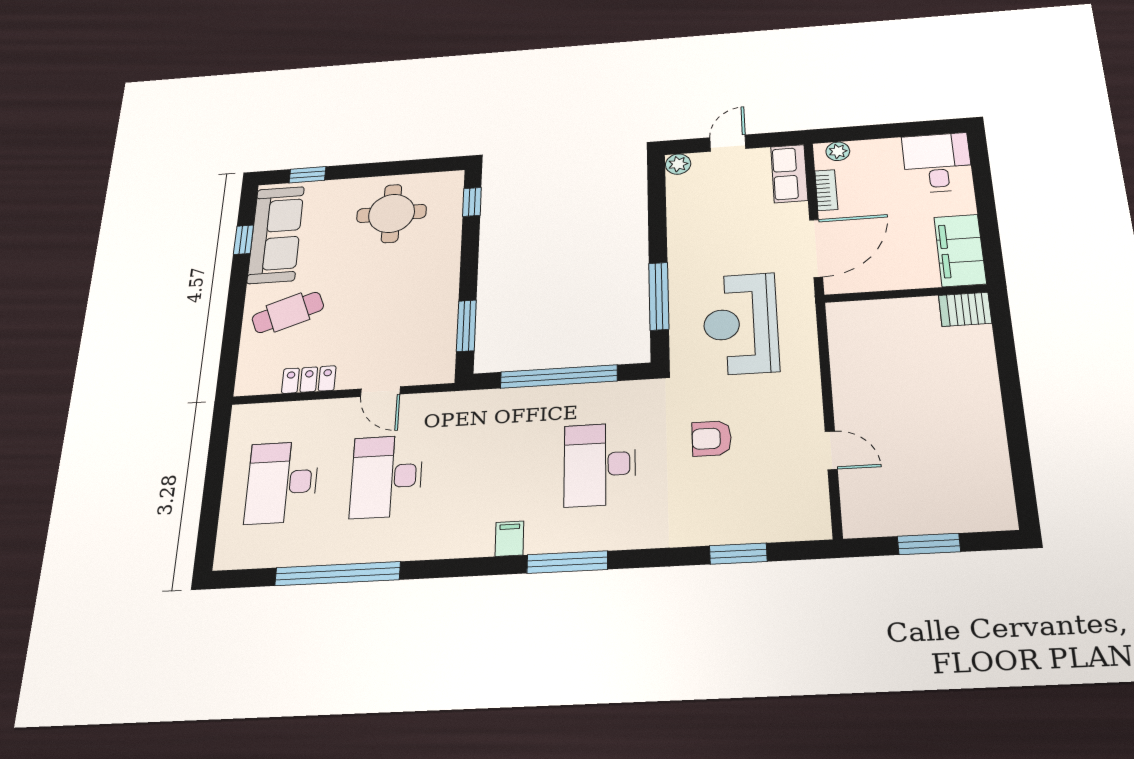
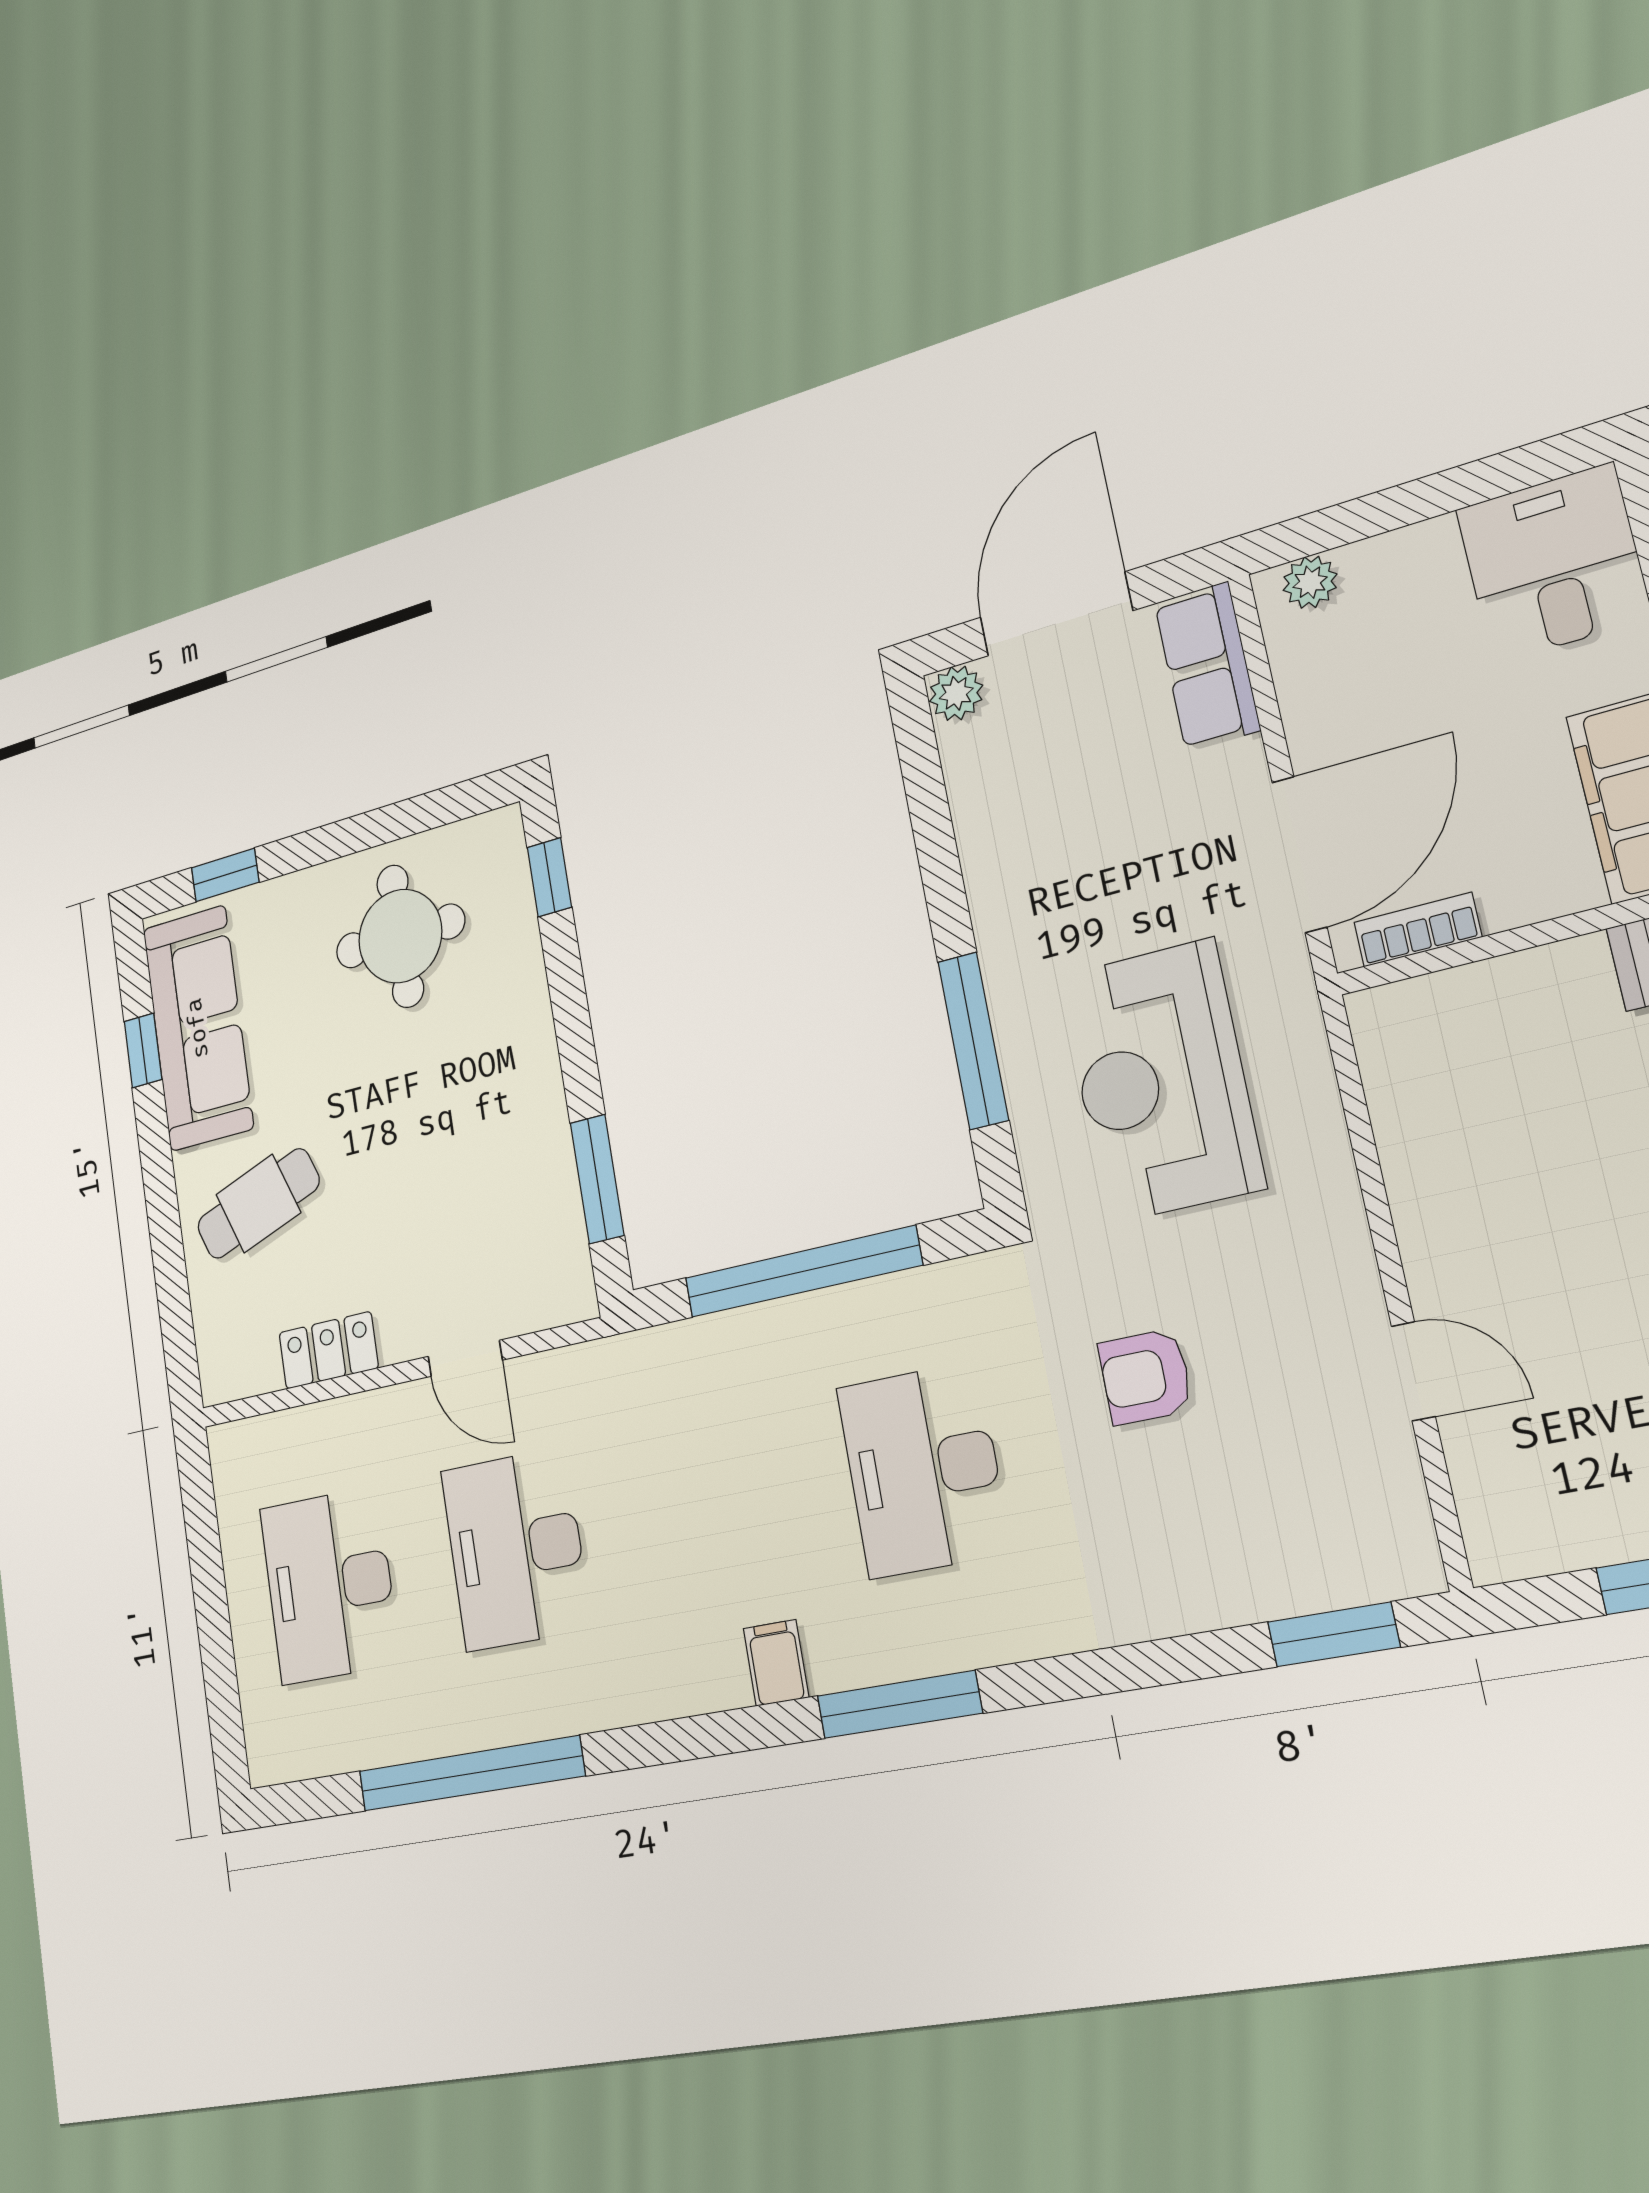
door: (728, 143) -> (1056, 614), width x1.88
bookcase: (826, 190) -> (1418, 930), moved, turned -90
window: (738, 554) -> (1334, 1634), moved

